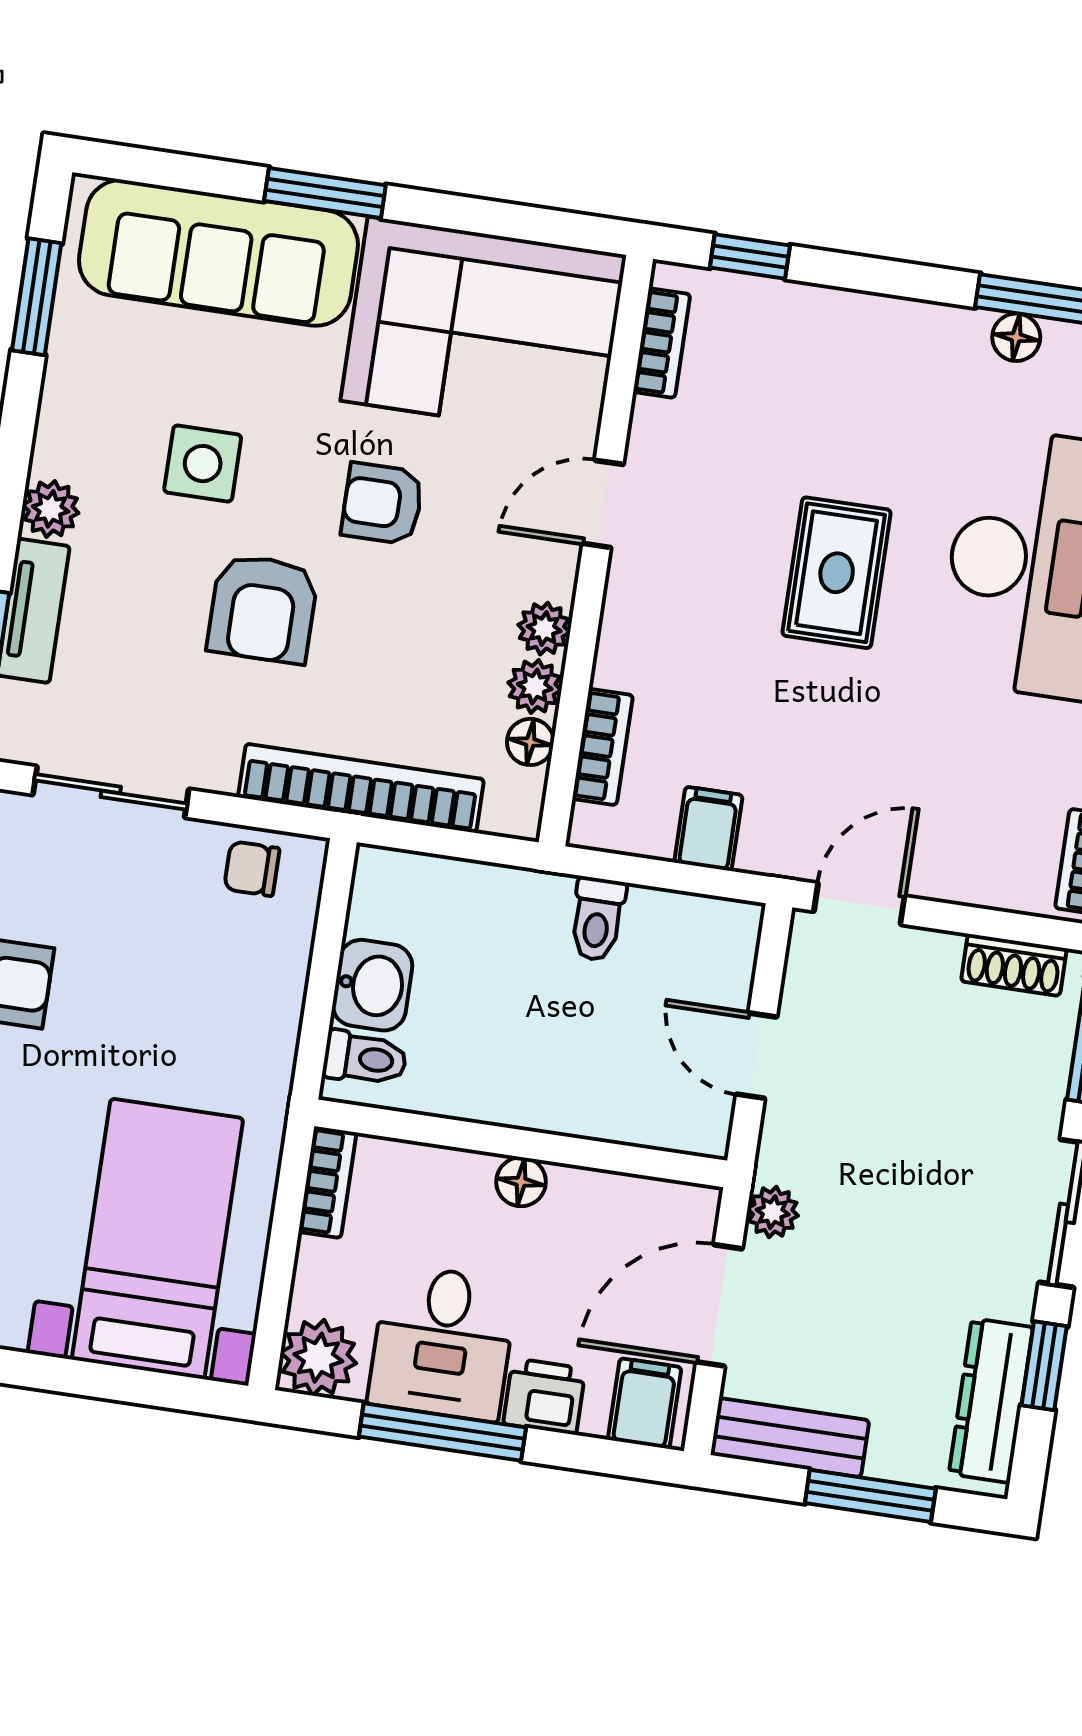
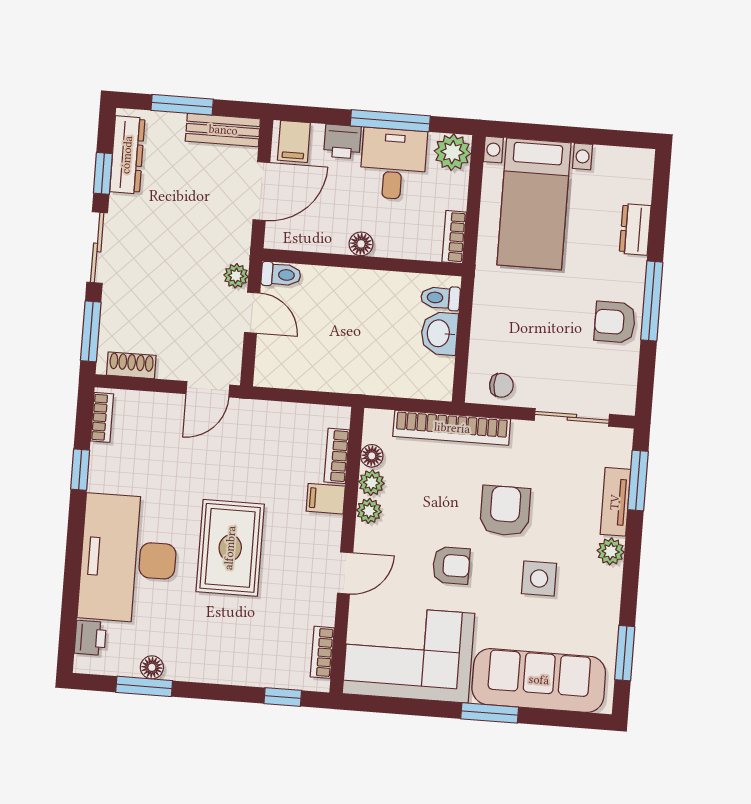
rug: (837, 573) -> (230, 548), width x1.36, depth x1.43
filing cabinet: (708, 829) -> (326, 499), moved, turned 90
toilet: (597, 919) -> (281, 275), moved, turned 90
plant: (773, 1212) -> (236, 276), moved

